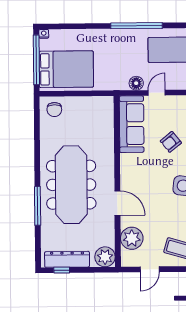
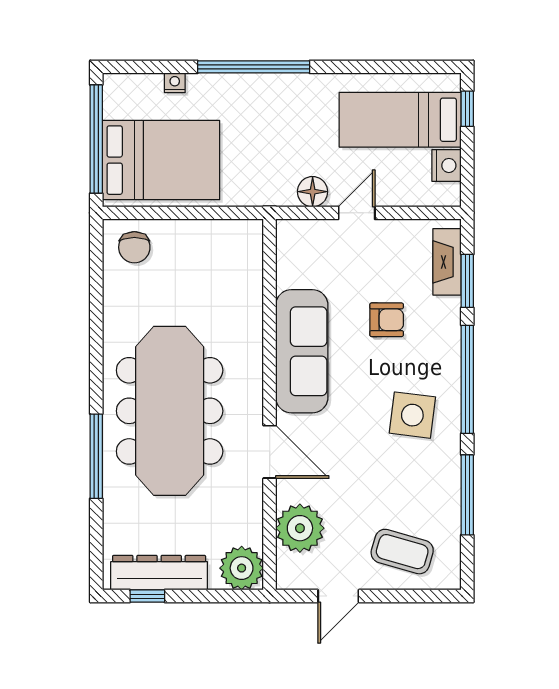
window: (136, 26) -> (254, 67), moved
nightstand: (44, 34) -> (175, 83), moved
sofa: (132, 124) -> (302, 351), moved
armchair: (171, 142) -> (387, 320), turned -141

